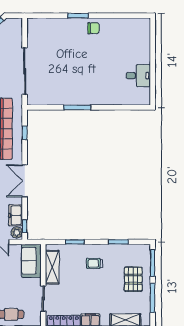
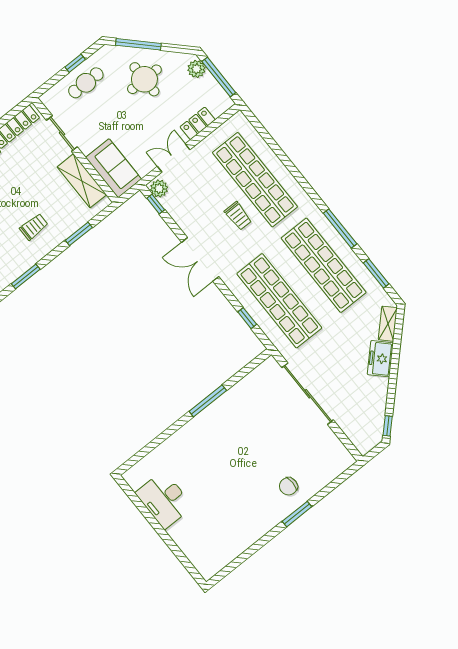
chair: (93, 28) -> (288, 486), moved
desk: (138, 76) -> (164, 500), width x1.37
double door: (25, 181) -> (200, 259), swing flipped
freezer: (16, 215) -> (177, 208), removed

